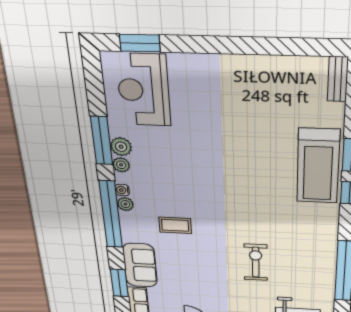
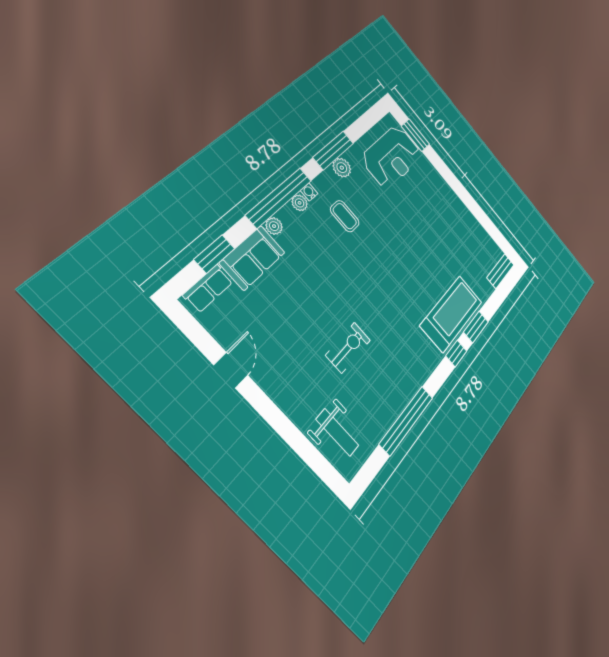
reception desk: (143, 90) -> (392, 157), turned 180
plant: (121, 165) -> (274, 226), moved
treadmill: (318, 166) -> (451, 314), turned 180
coffee table: (175, 225) -> (345, 216), moved

